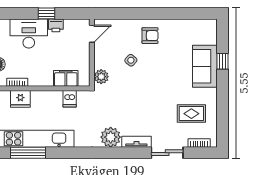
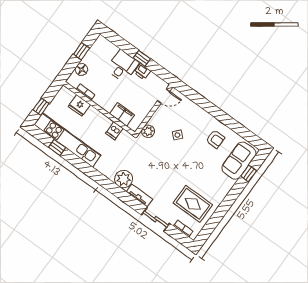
desk: (29, 33) -> (123, 66), width x0.73
armchair: (150, 36) -> (215, 139), moved
window: (222, 61) -> (249, 173), moved
sofa: (205, 66) -> (239, 161), moved
rug: (191, 114) -> (193, 204), width x1.36, depth x1.43
window: (28, 153) -> (57, 147), width x0.46

